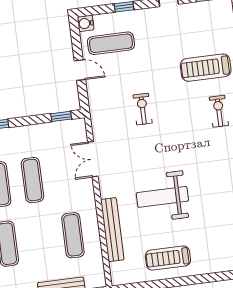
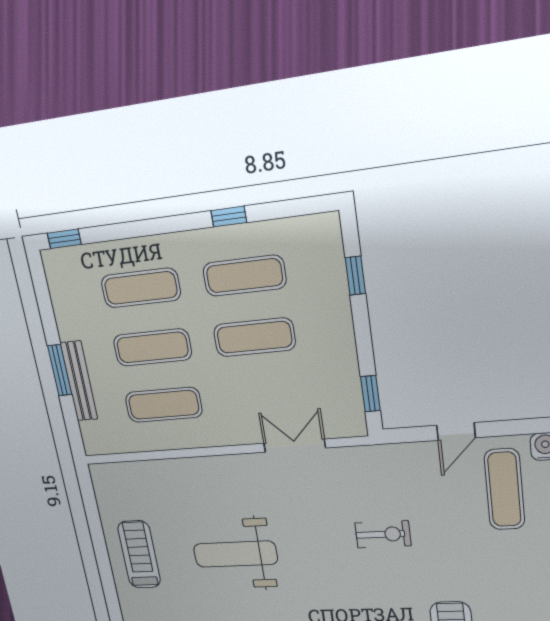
weight bench: (162, 197) -> (235, 554), turned -90
bench: (112, 230) -> (178, 471), removed
exercise mat: (40, 239) -> (152, 347), added

